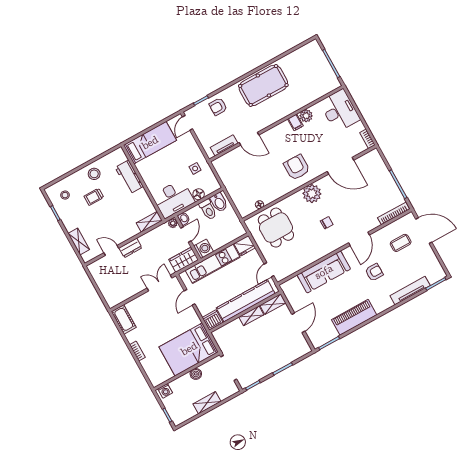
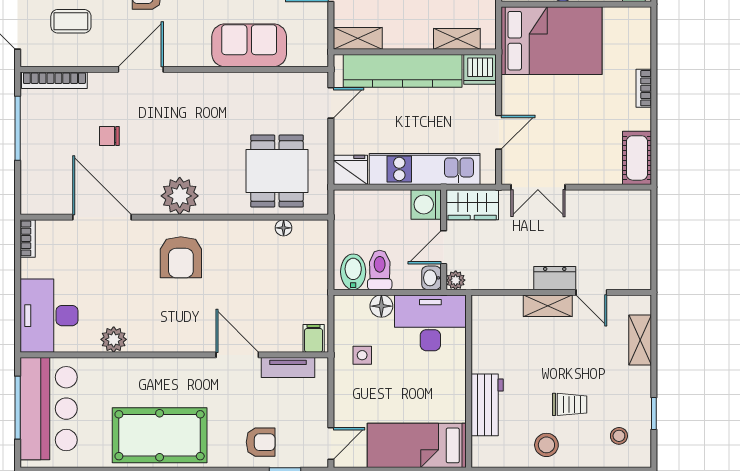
bar counter: (318, 70) -> (49, 409), added
filing cabinet: (295, 122) -> (314, 338), moved
shelving: (149, 222) -> (548, 306), moved
chair: (327, 223) -> (109, 136), moved
sofa: (324, 272) -> (249, 45), width x0.73
shelving: (251, 316) -> (457, 39), moved

